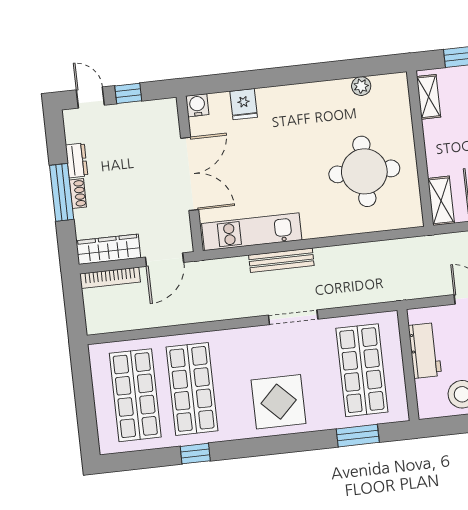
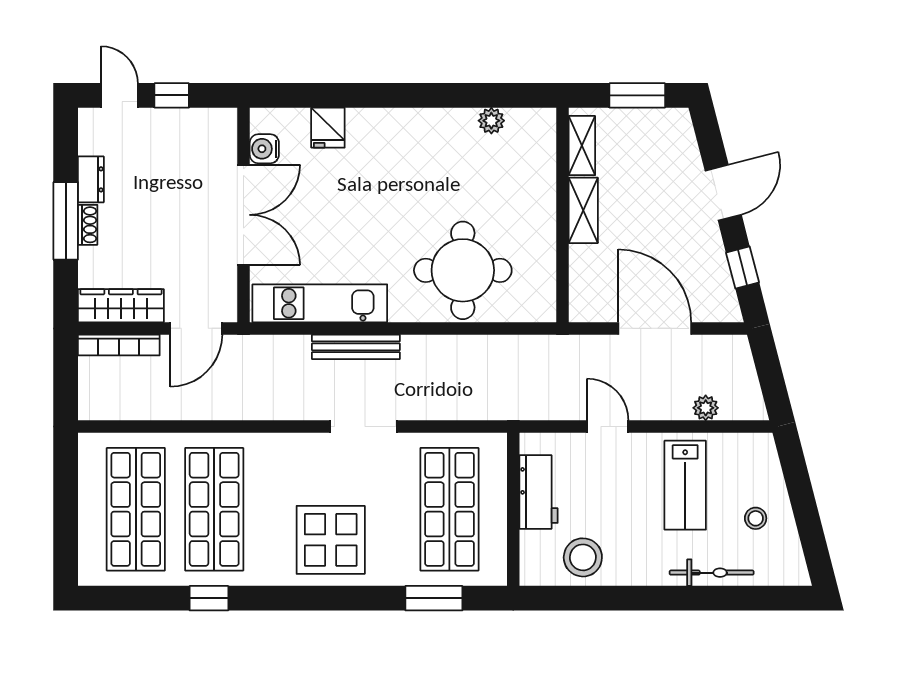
water cooler: (197, 105) -> (264, 149), moved, turned -90
round table: (364, 171) -> (463, 270), moved
shelving: (441, 201) -> (583, 210), moved

